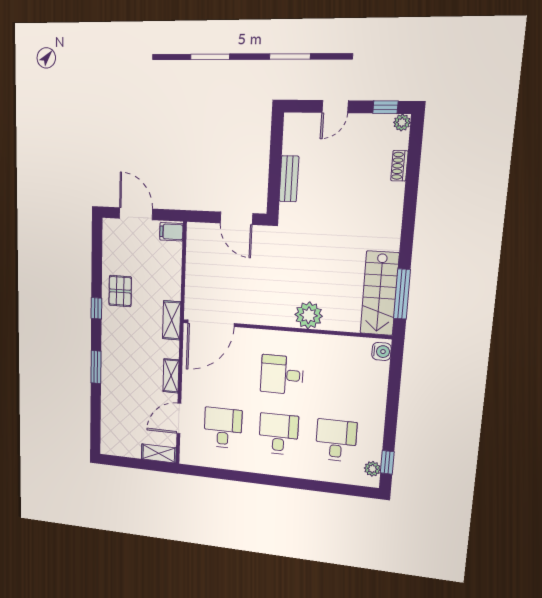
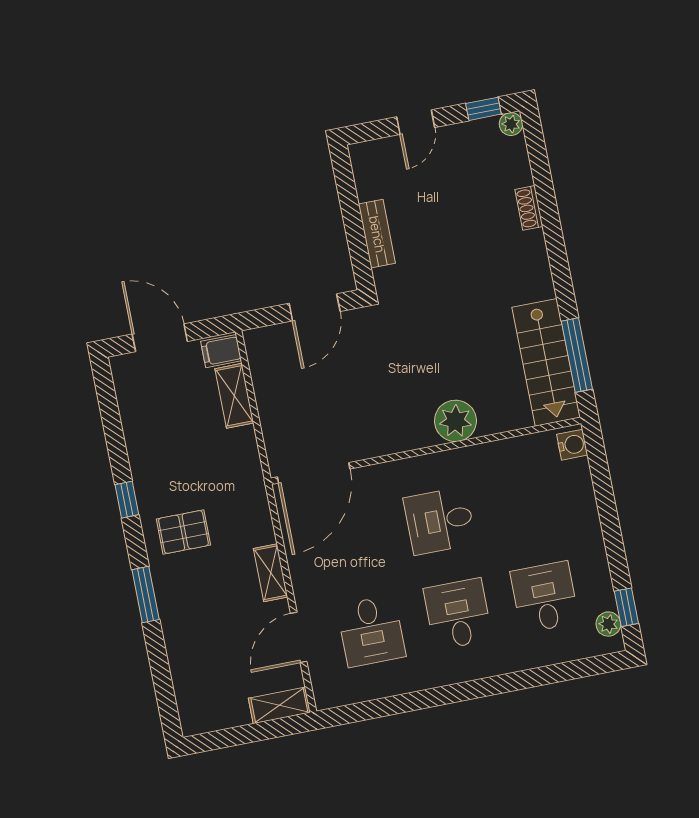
shoe rack: (399, 166) -> (529, 208), moved
door: (236, 218) -> (315, 307), hinge flipped
pallet: (120, 291) -> (183, 532), moved, turned 90
shelving: (172, 320) -> (234, 396), moved
desk: (223, 428) -> (371, 631), turned 180

